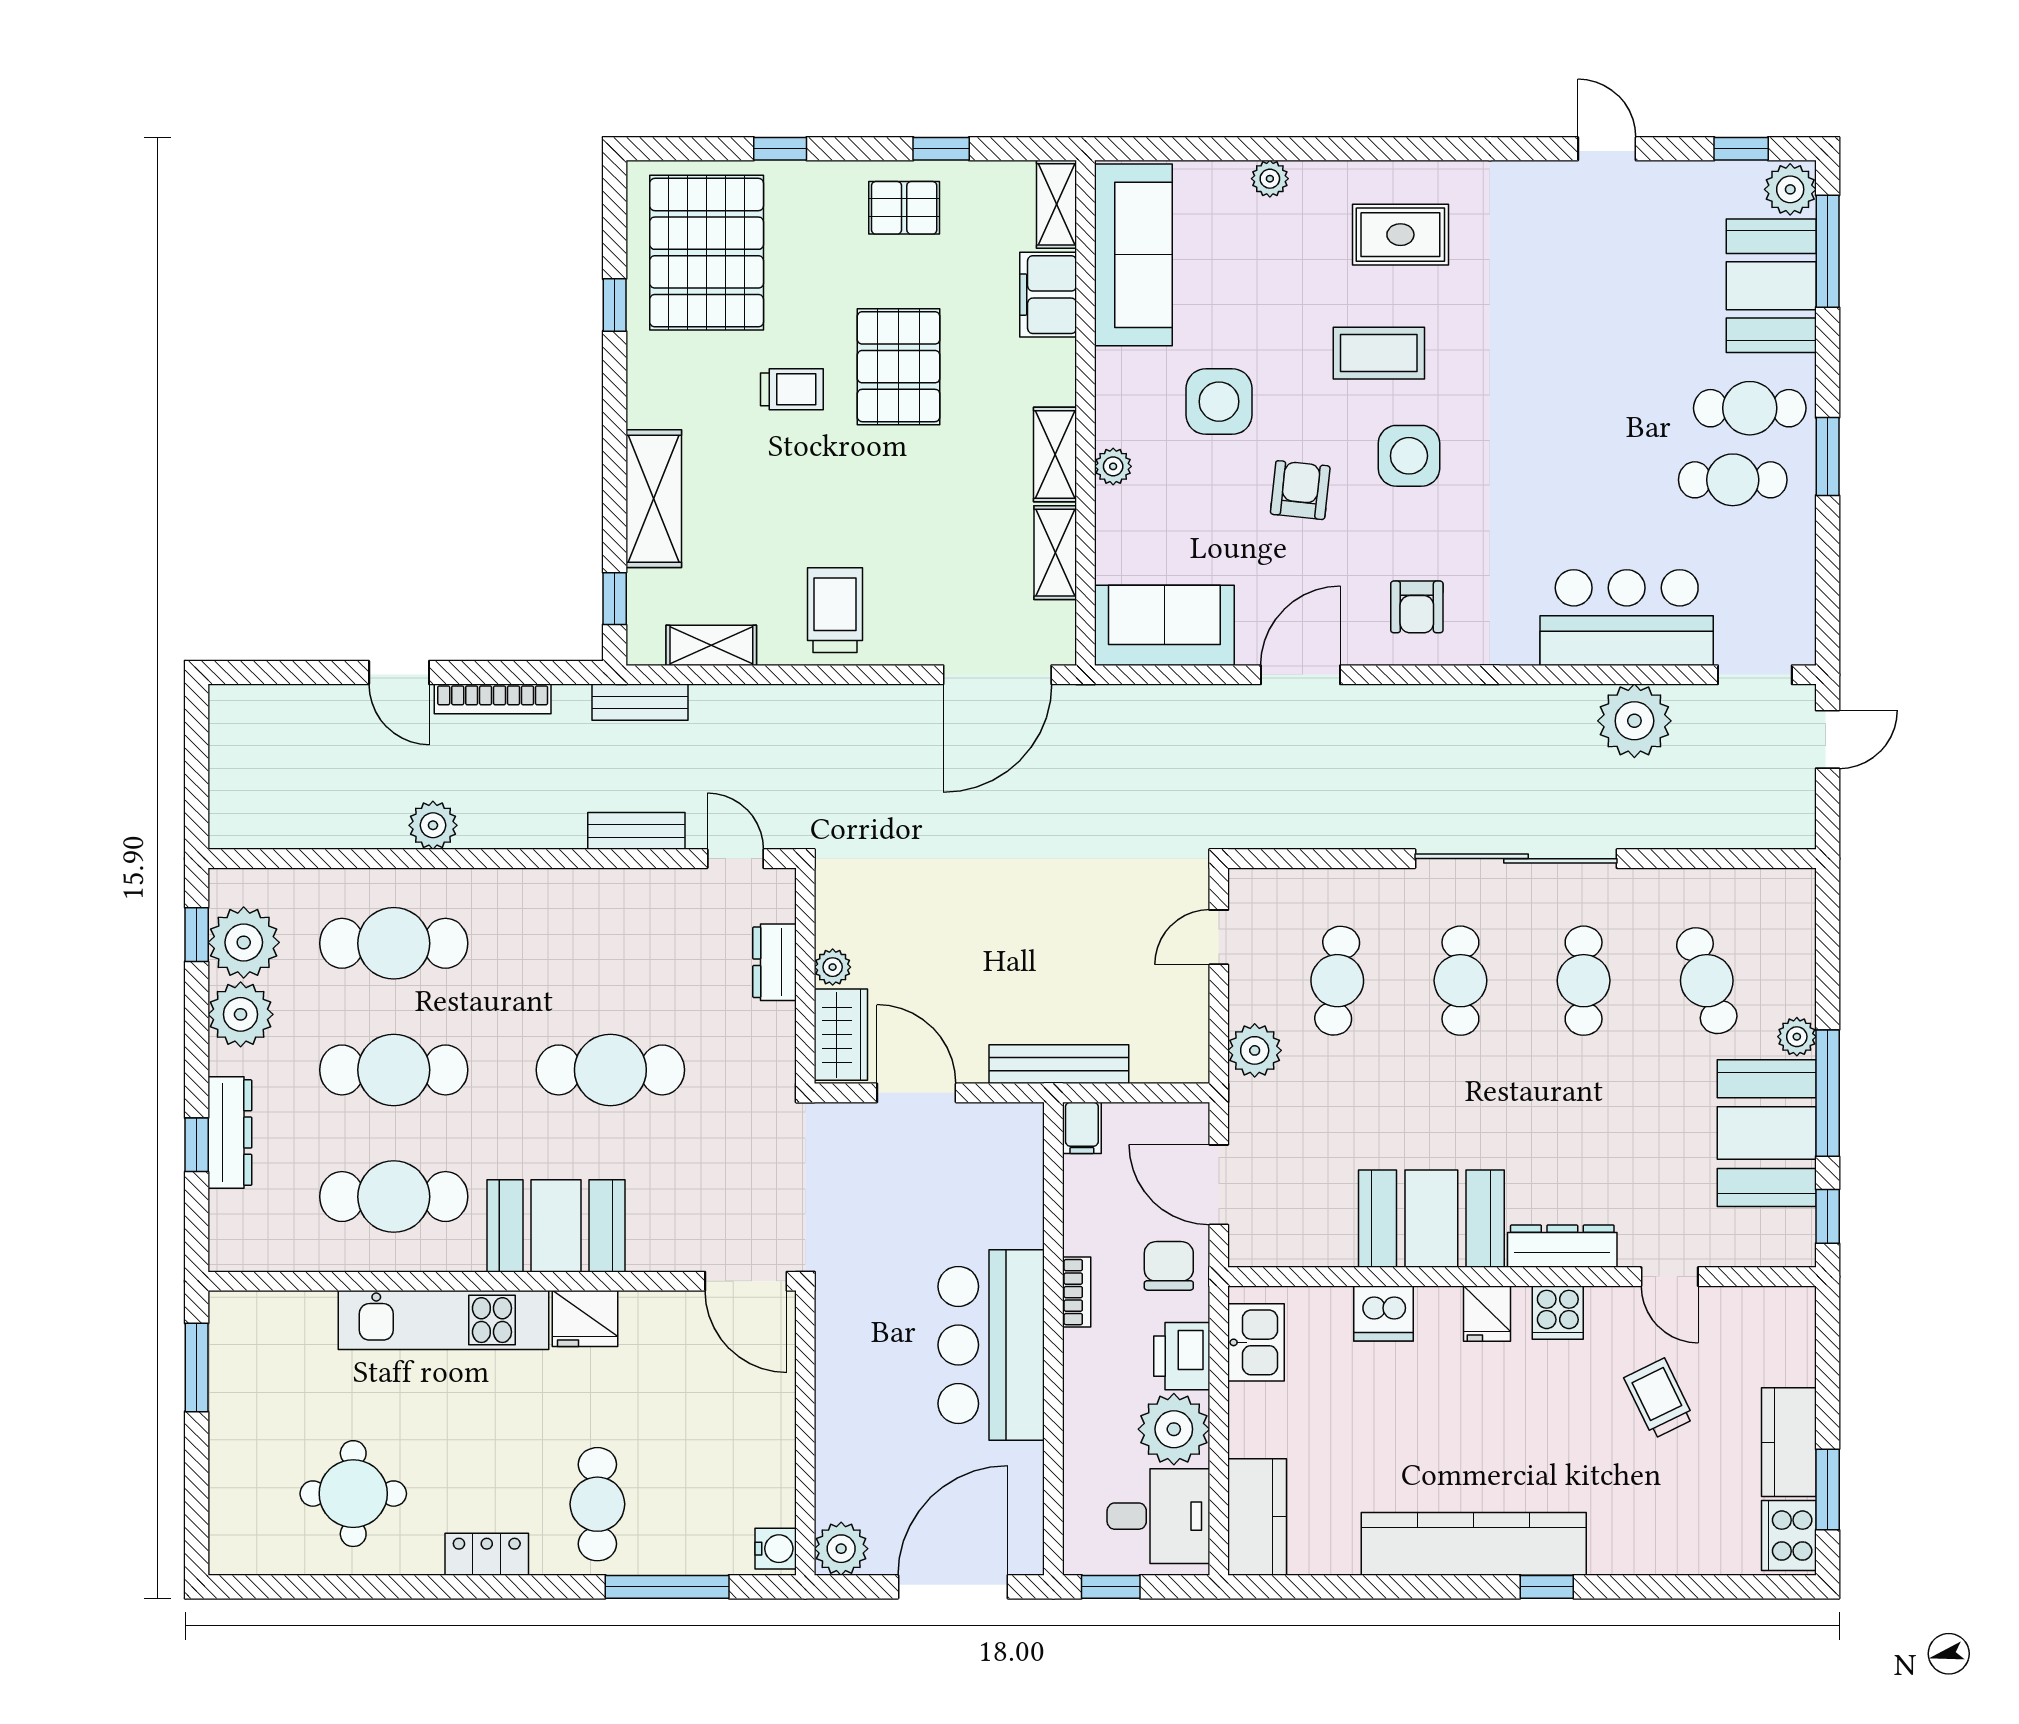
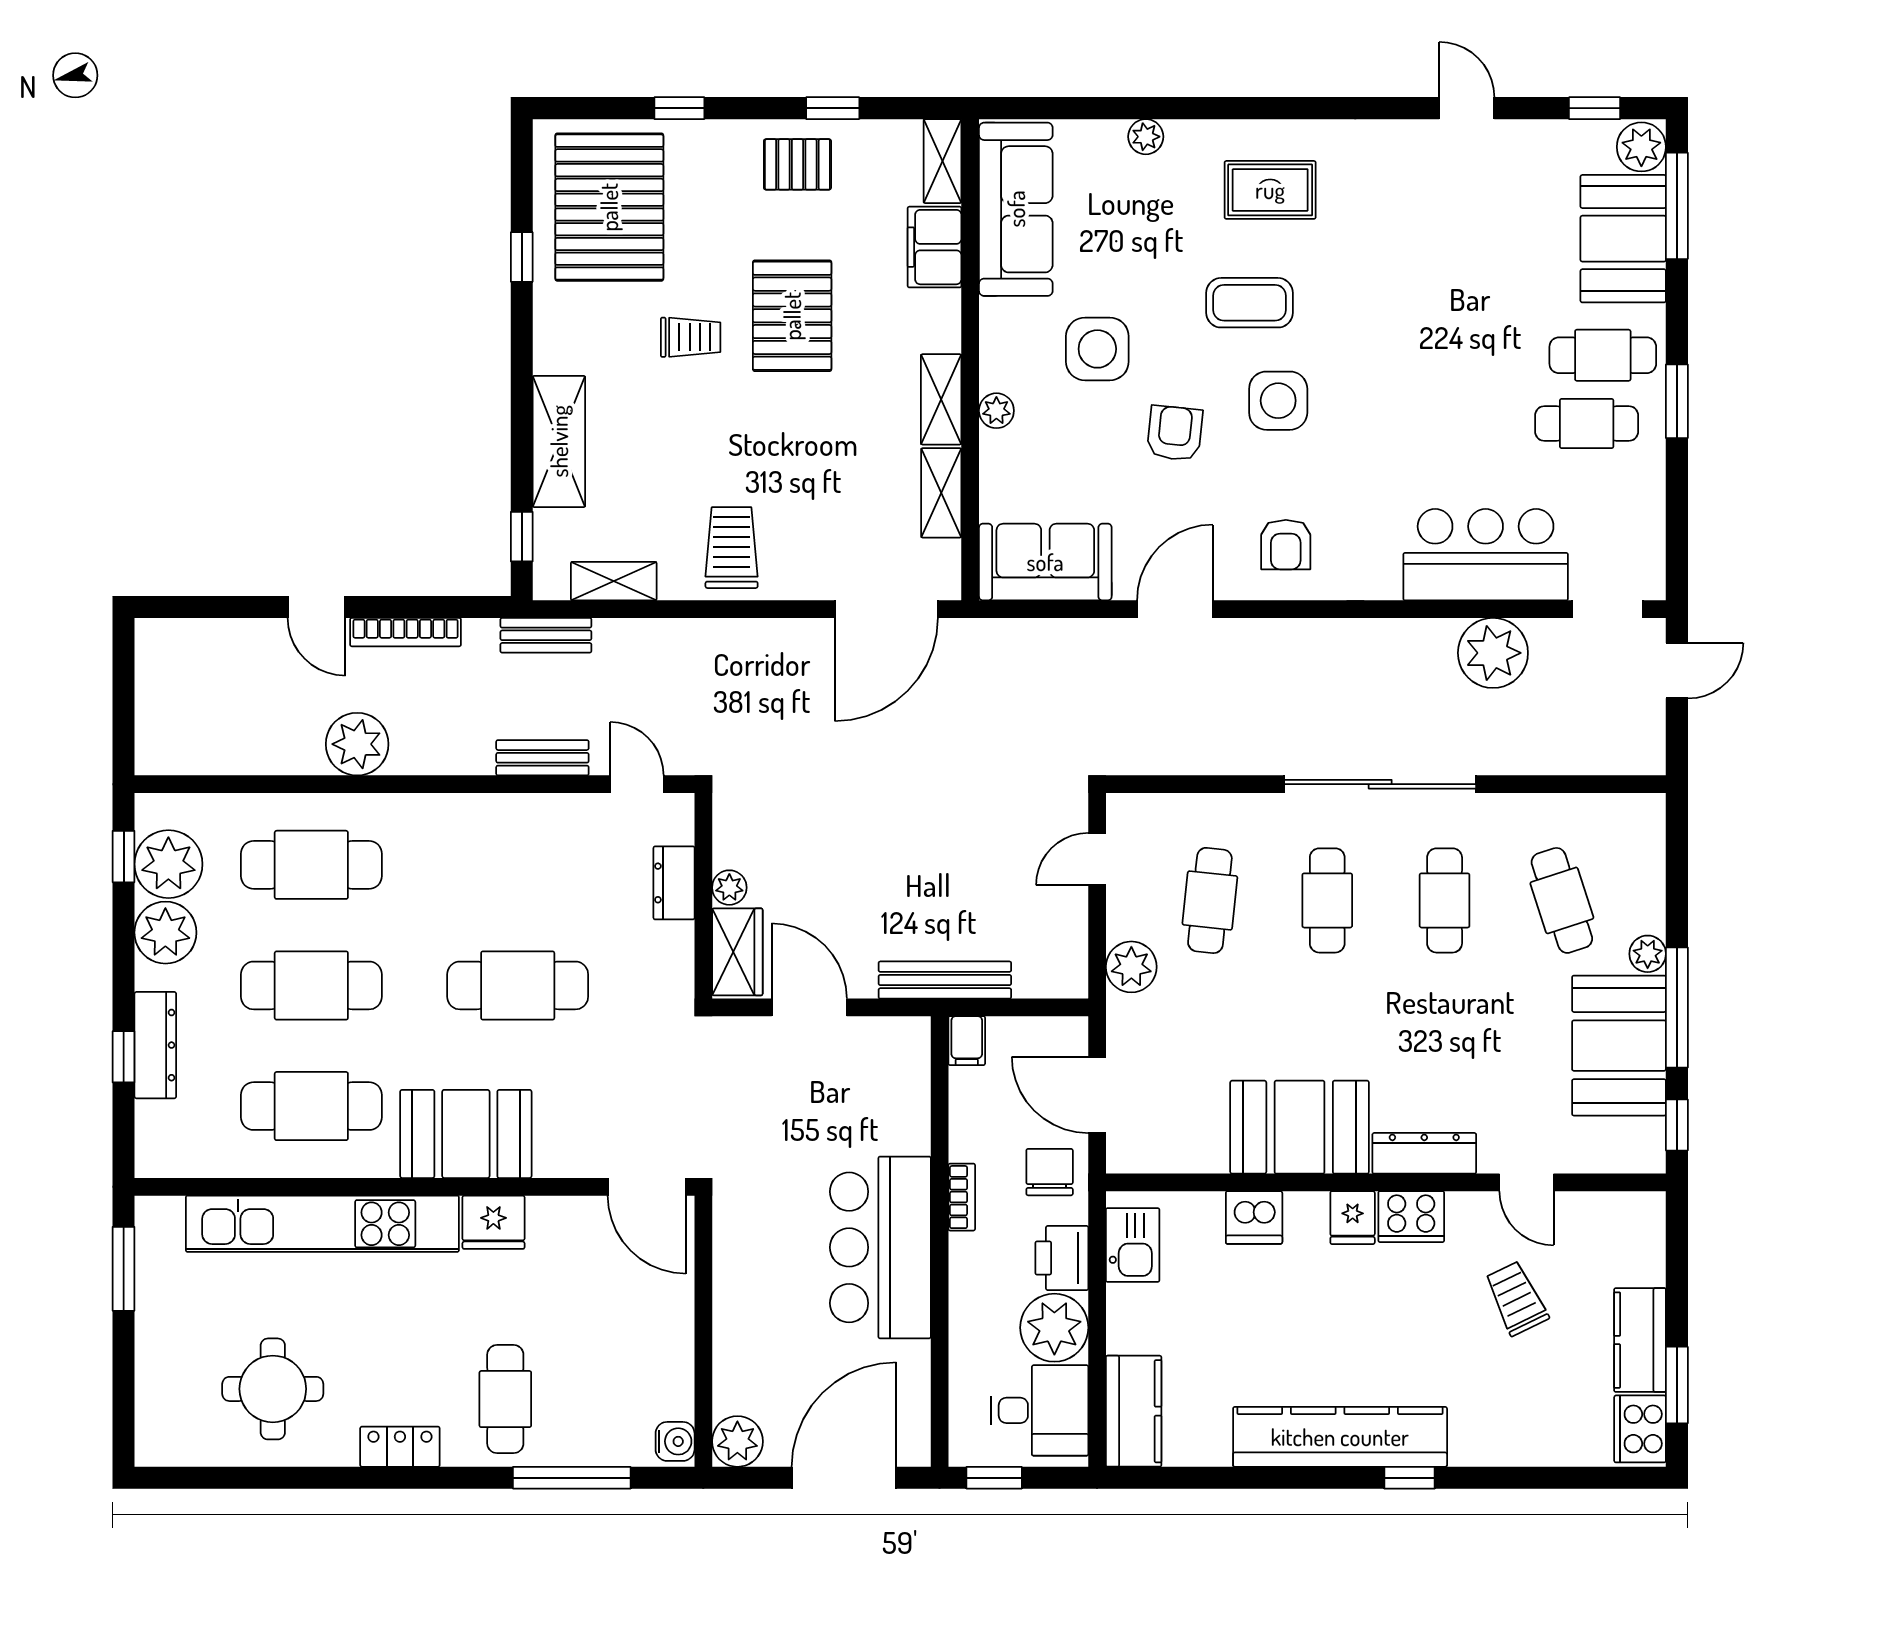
plant: (433, 825) -> (357, 744), width x1.36, depth x1.36
cooker: (1558, 1313) -> (1411, 1217), width x1.36
kitchen unit: (444, 1320) -> (322, 1224), width x1.36

